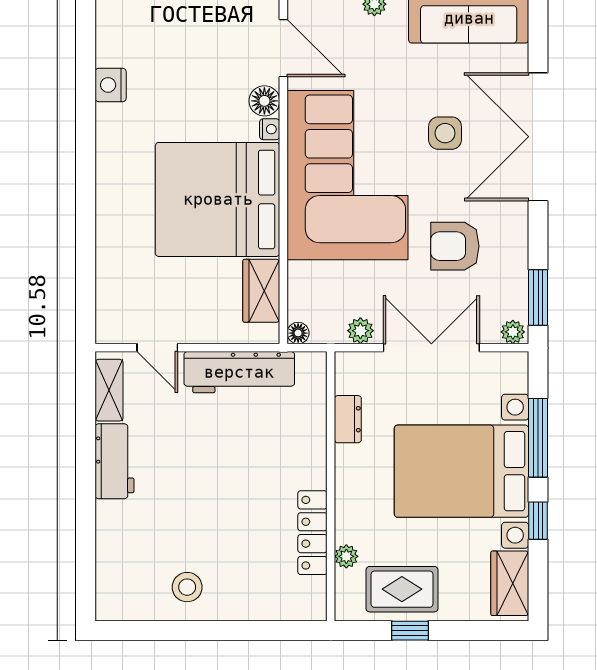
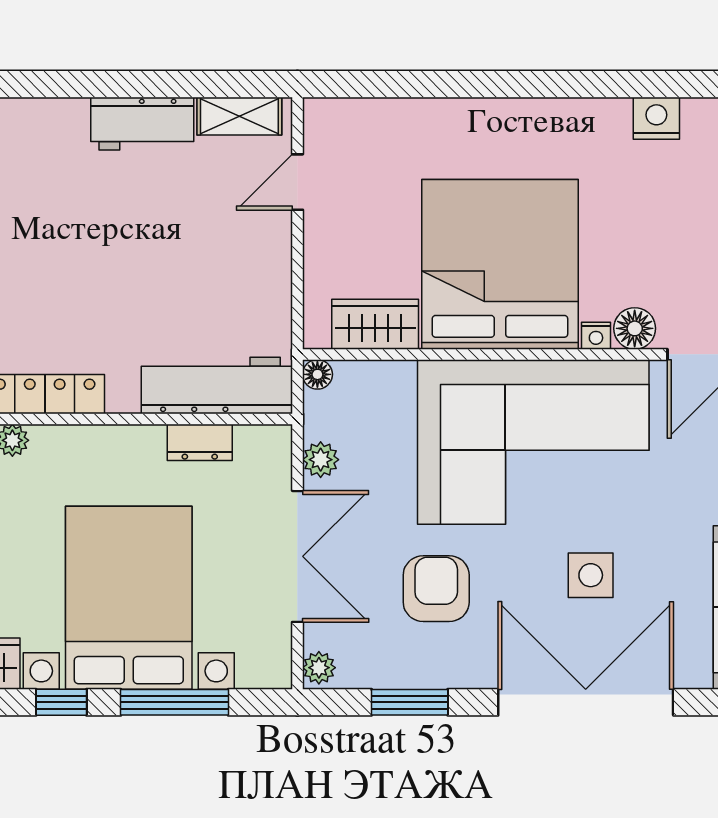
window: (538, 297) -> (410, 702), moved
workbench: (239, 372) -> (217, 385), moved, turned 90

